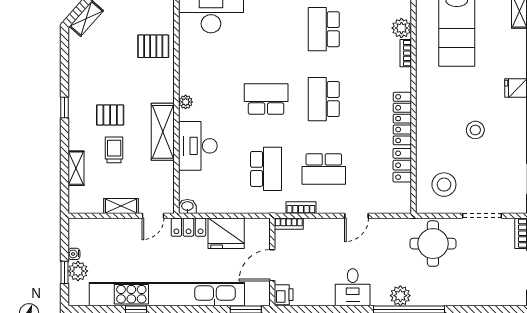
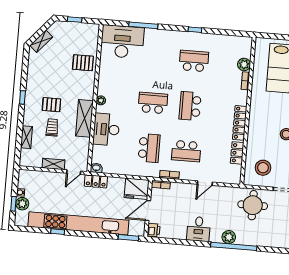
school desk: (324, 29) -> (194, 61), turned 90
fridge: (226, 233) -> (137, 189), moved

